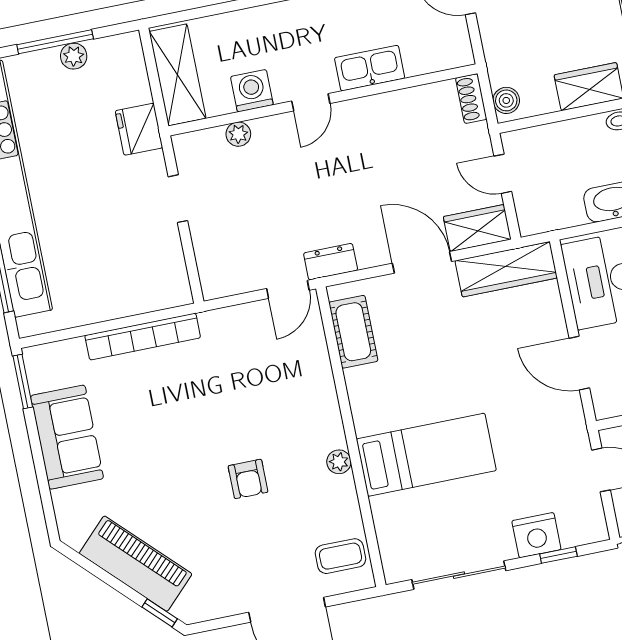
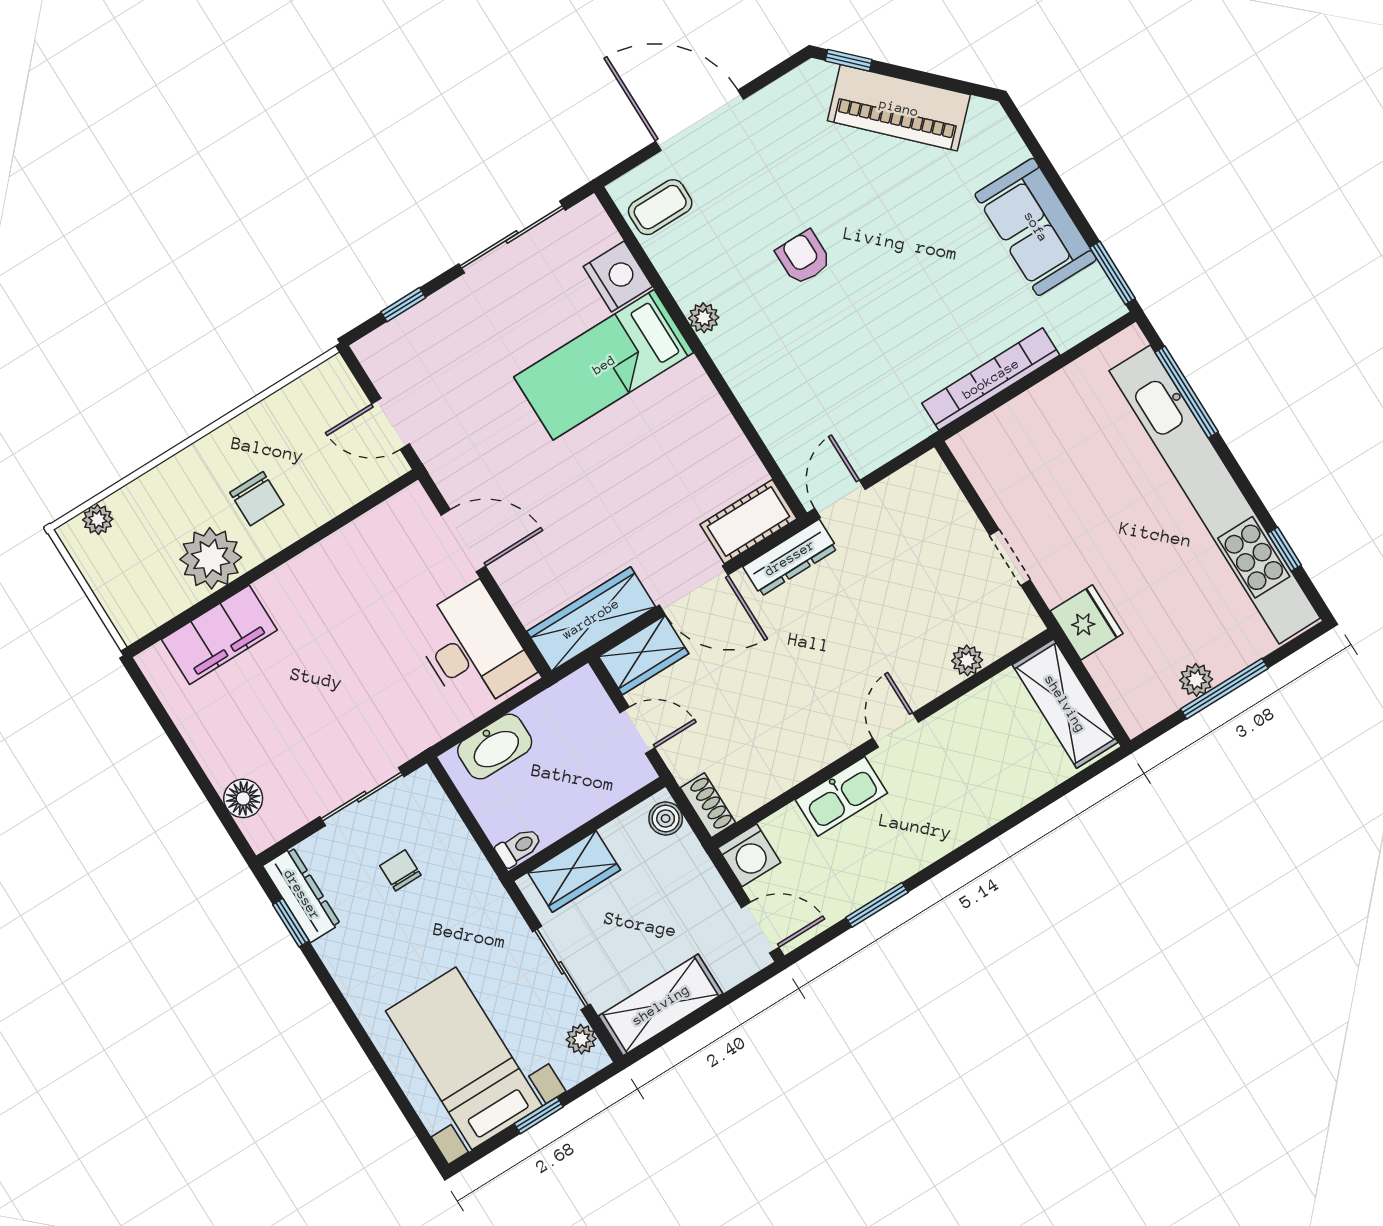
washing machine: (252, 91) -> (749, 855), moved
dresser: (331, 262) -> (790, 558), width x1.44
cot: (353, 332) -> (748, 522), moved, turned 90
nightstand: (536, 535) -> (618, 277), moved, turned 90

